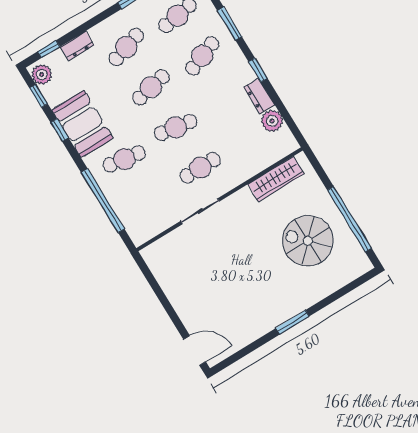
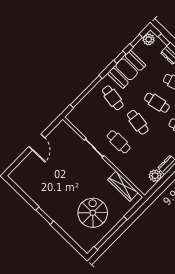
door: (195, 351) -> (37, 142), moved

